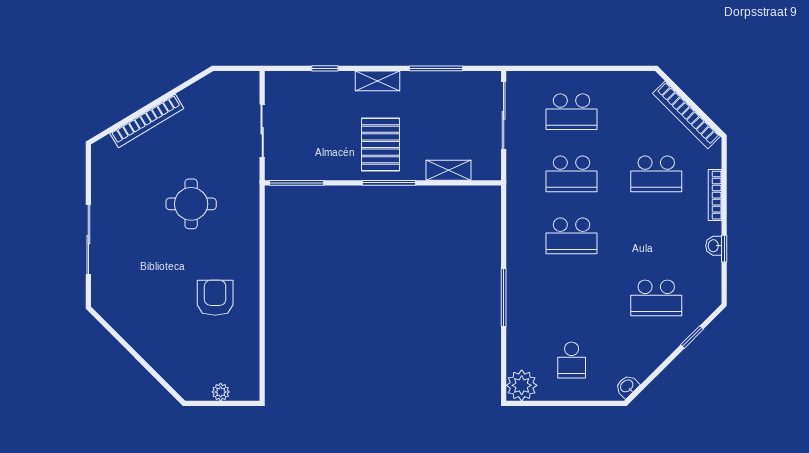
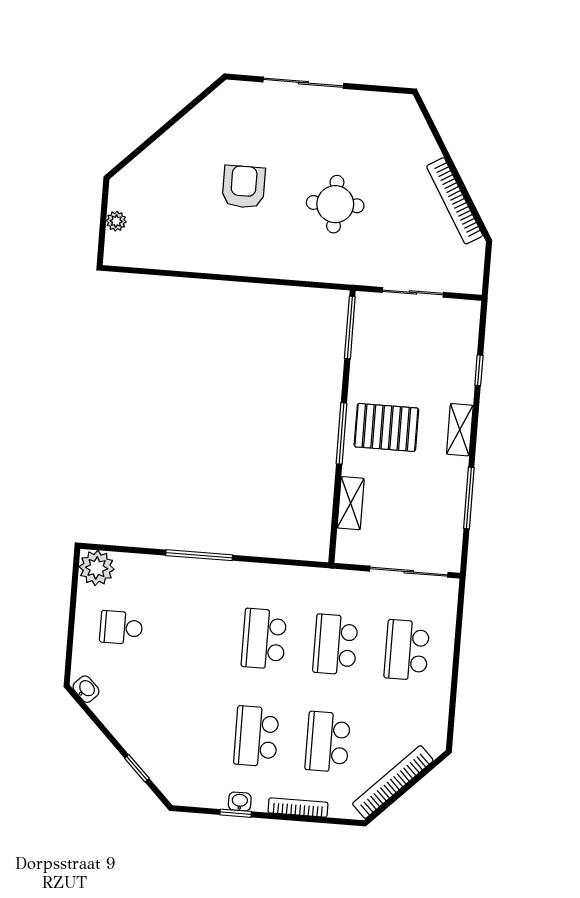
bookcase: (147, 121) -> (455, 201), moved
armchair: (215, 298) -> (244, 187), moved, turned -90
school desk: (656, 298) -> (256, 736), moved

